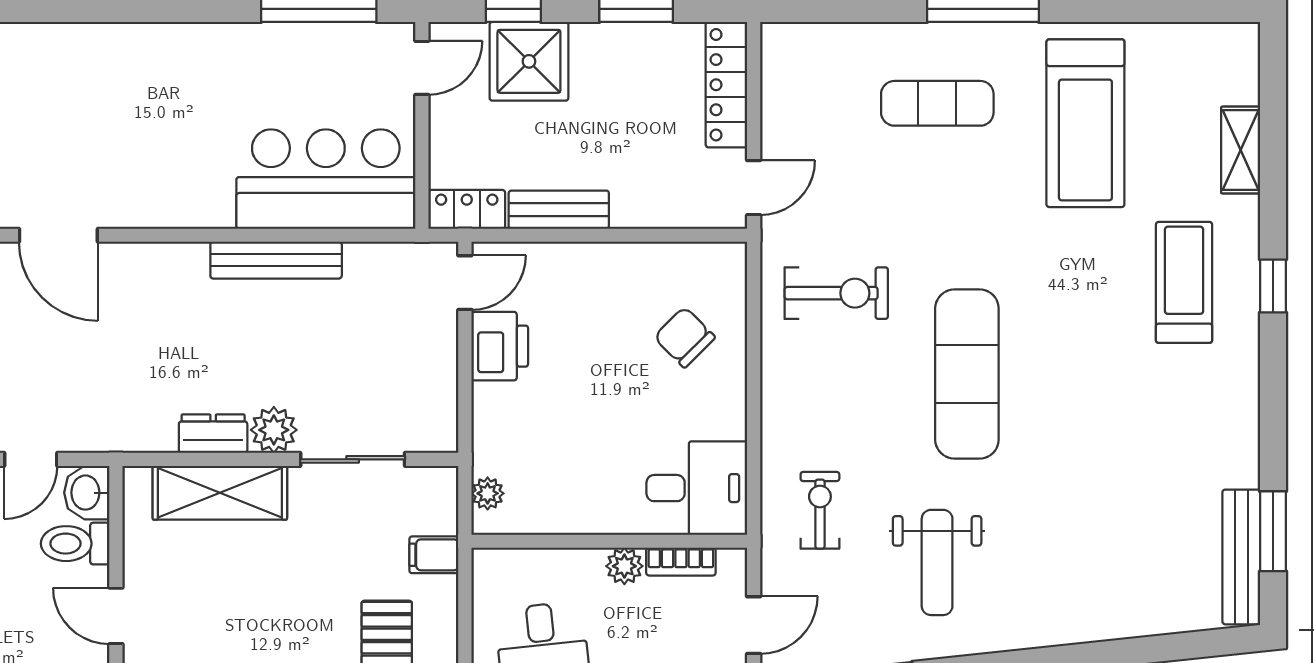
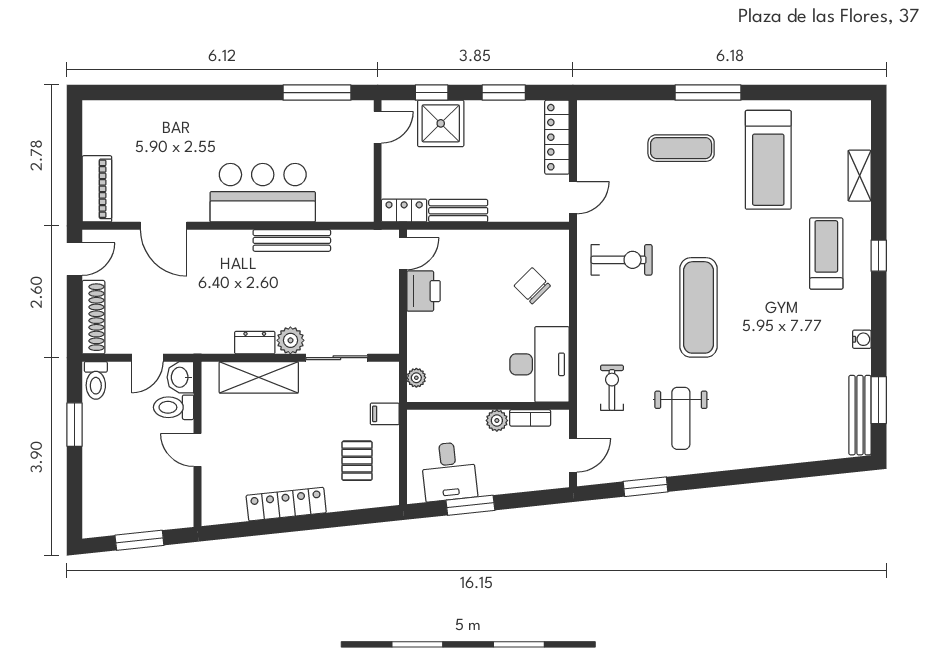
bar counter: (326, 179) -> (263, 193), moved
water cooler: (1245, 428) -> (862, 339), added
desk: (697, 488) -> (540, 364), width x1.37

